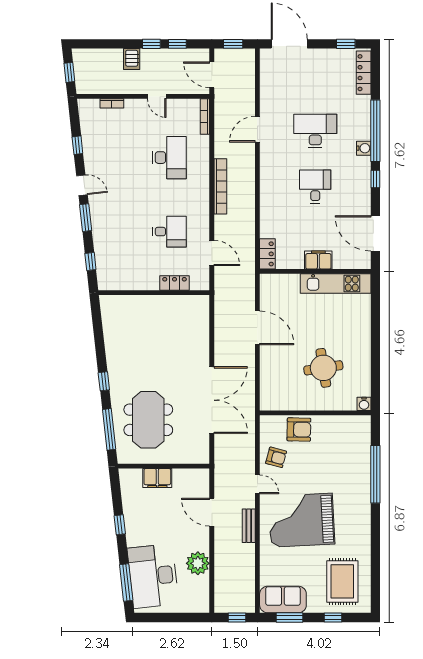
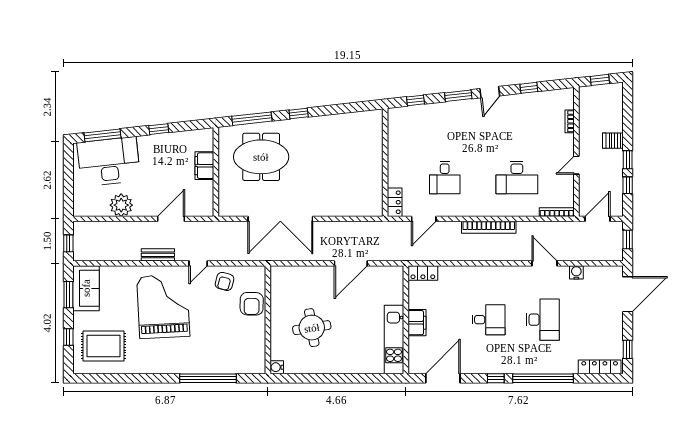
water cooler: (364, 148) -> (576, 272), moved, turned 180
locker: (175, 283) -> (395, 202), moved

